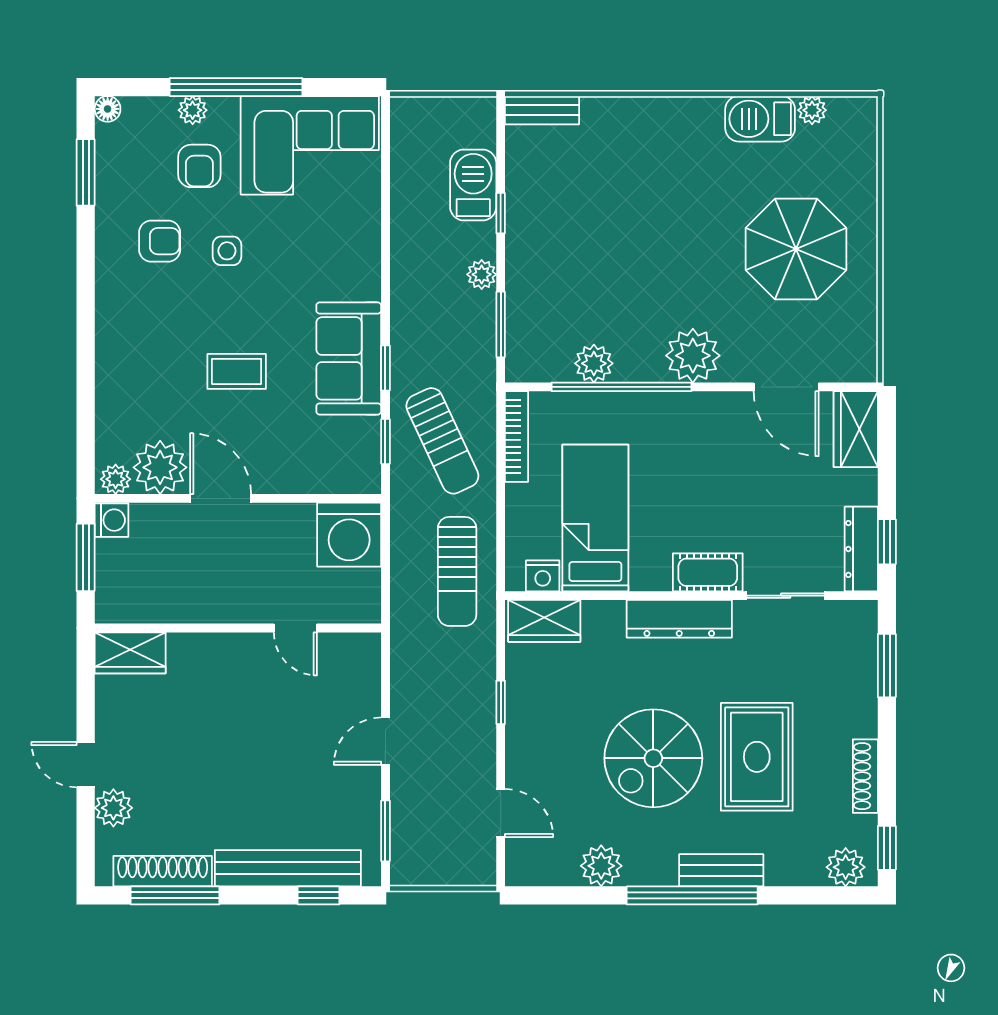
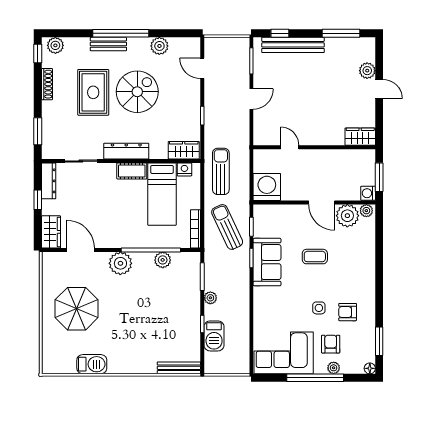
bench: (542, 110) -> (179, 368), width x1.36
plant: (812, 110) -> (70, 368), removed
window: (887, 542) -> (38, 200), moved
cot: (708, 572) -> (132, 171), moved
shoe rack: (163, 871) -> (346, 44), removed

